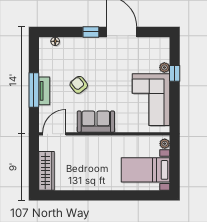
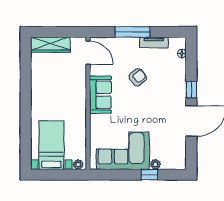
tv unit: (44, 91) -> (154, 42), moved

